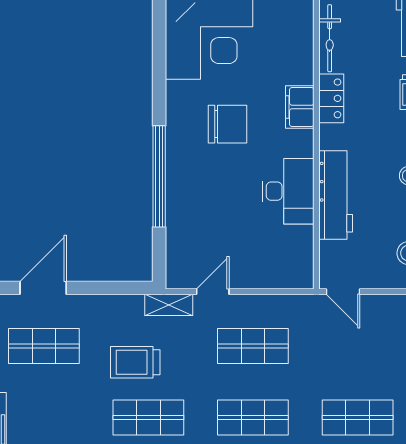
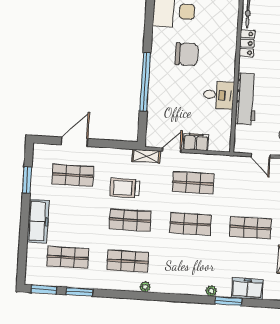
filing cabinet: (300, 107) -> (196, 142), moved, turned 90
desk: (288, 191) -> (219, 95), width x0.73
door: (343, 292) -> (261, 156), moved

